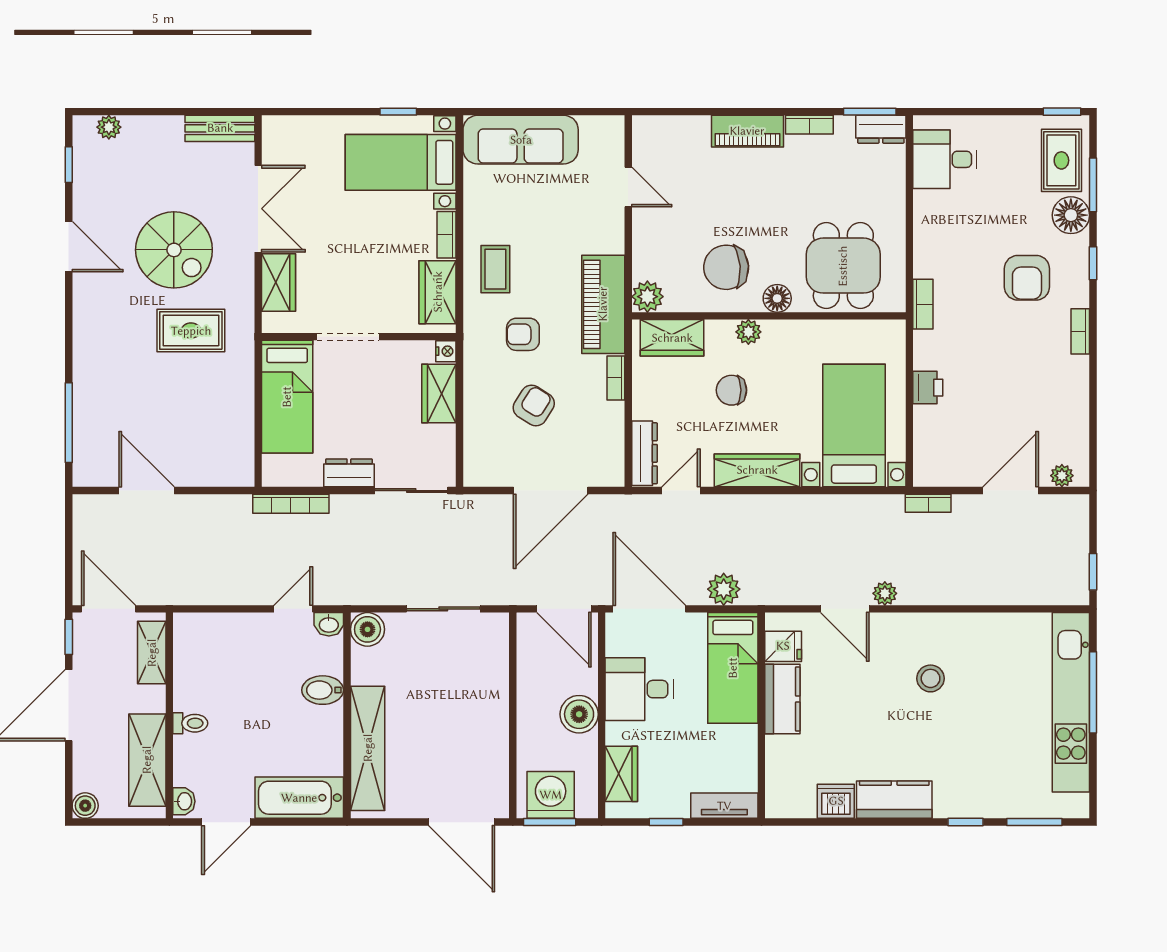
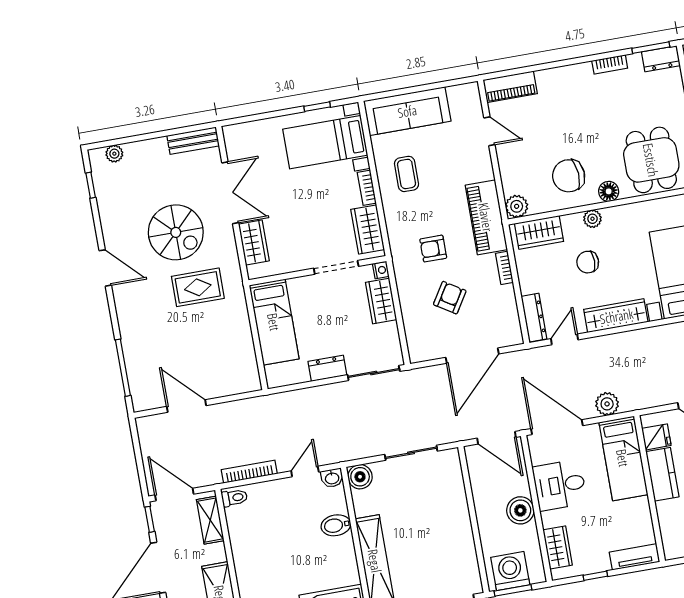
piano: (747, 131) -> (510, 87), moved
door: (69, 247) -> (105, 268), moved
coffee table: (495, 269) -> (406, 174), moved
doorway: (348, 337) -> (336, 267), moved
bookcase: (291, 504) -> (249, 472), moved, turned 180
toilet: (190, 723) -> (234, 498), moved

